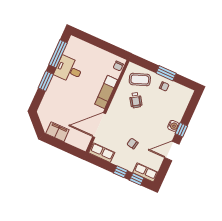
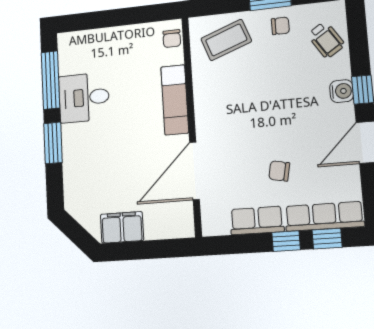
wheelchair: (136, 100) -> (326, 40), moved
row of seats: (102, 153) -> (257, 220), moved
row of seats: (145, 172) -> (324, 216), width x1.48

